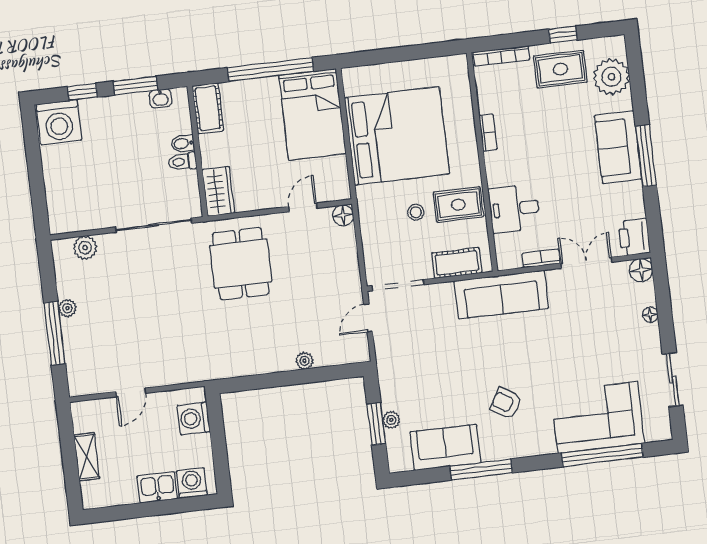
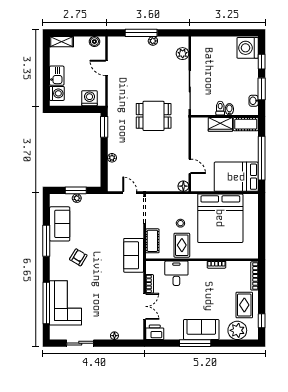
window: (563, 35) -> (262, 321), moved
wardrobe: (218, 191) -> (220, 124), moved
dining table: (241, 264) -> (154, 116), moved
floor lamp: (641, 270) -> (138, 334), removed
sofa: (501, 295) -> (134, 255), width x0.73
window: (246, 383) -> (104, 127), added
boiler: (82, 422) -> (94, 42), added
shelving: (87, 457) -> (62, 42), moved

